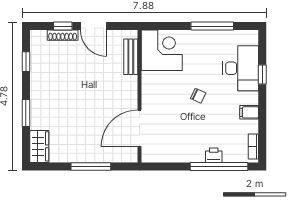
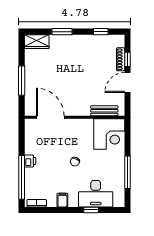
printer: (214, 155) -> (30, 161), moved

